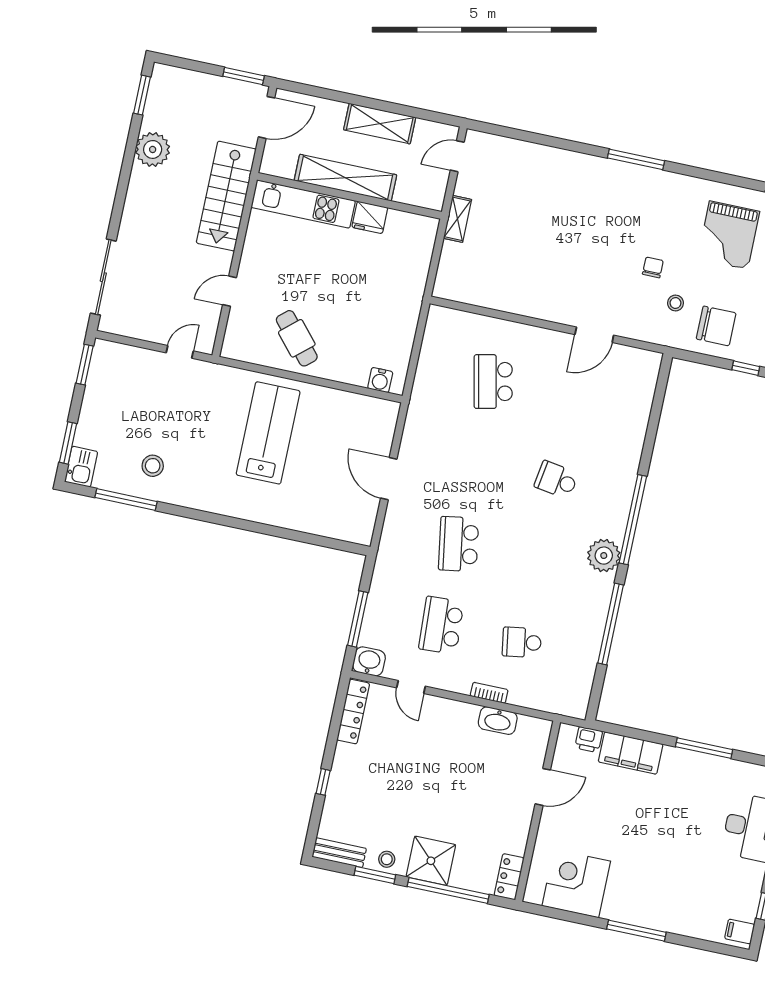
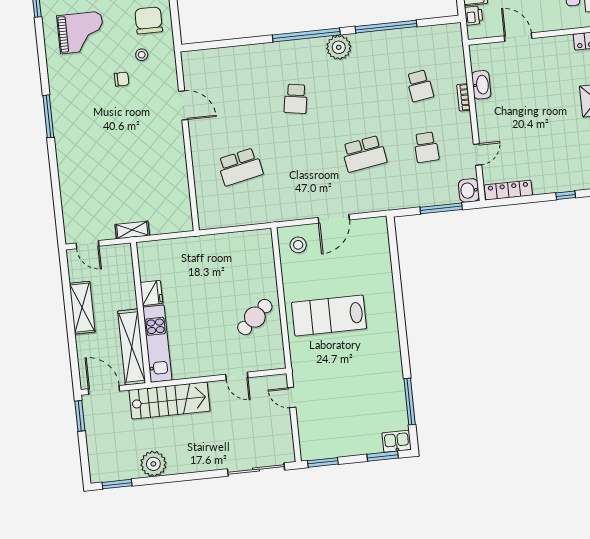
shelving: (345, 178) -> (132, 347), moved
chair: (653, 267) -> (122, 79), turned 180
water cooler: (380, 380) -> (265, 248), removed
stool: (153, 466) -> (298, 245), moved
school desk: (441, 625) -> (426, 147), width x0.54

